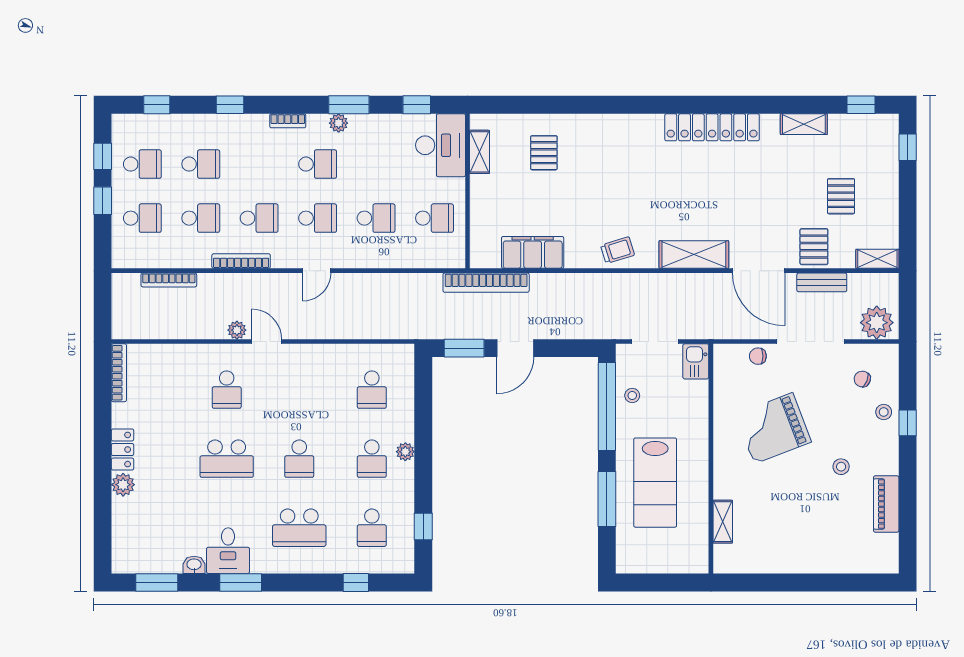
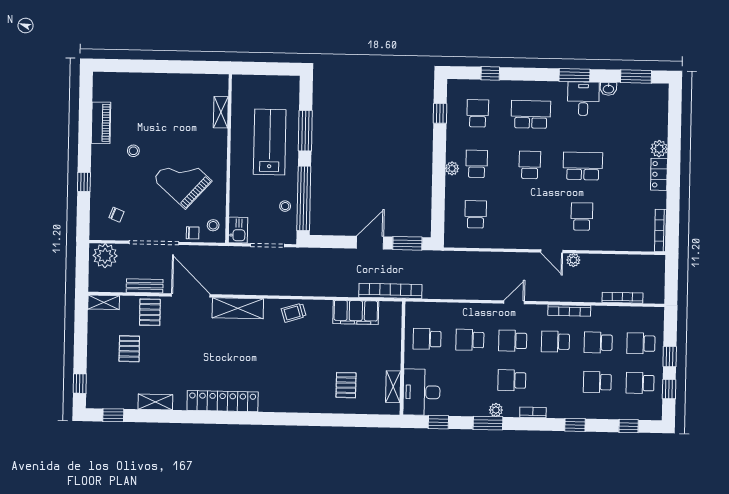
stool: (884, 412) -> (213, 225), moved
grand piano: (773, 428) -> (182, 180), turned -117

